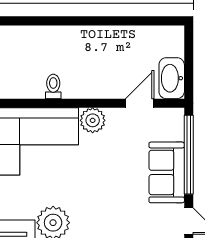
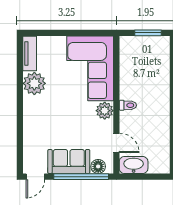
toilet: (53, 86) -> (128, 105), moved
floor lamp: (174, 130) -> (98, 166), added

